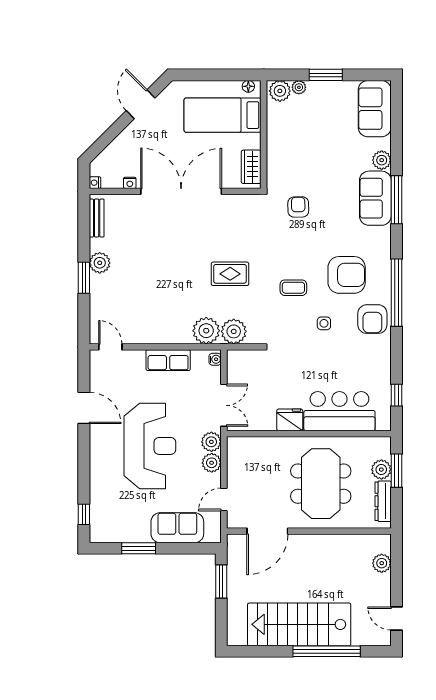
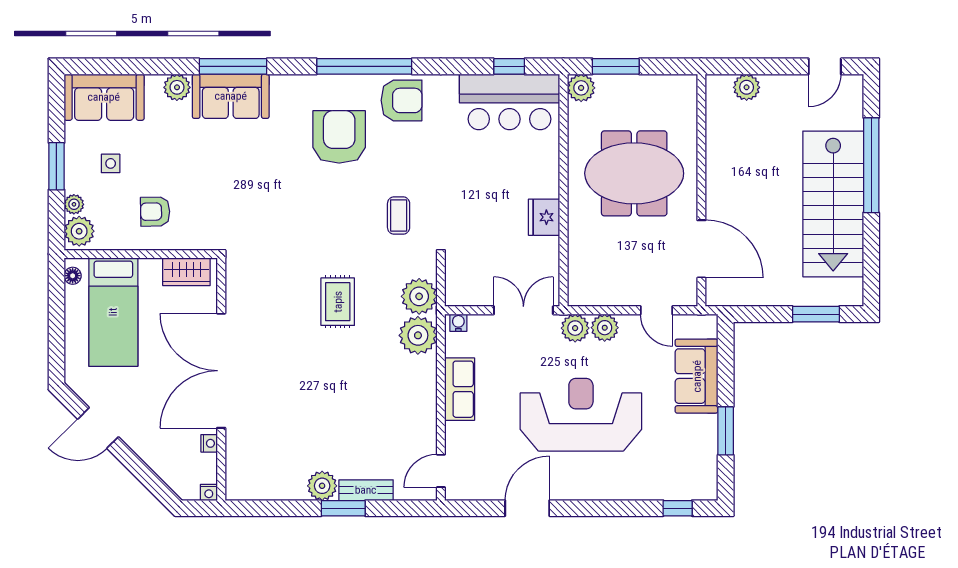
armchair: (298, 207) -> (155, 212), moved
bench: (97, 218) -> (366, 490), moved
coffee table: (293, 288) -> (399, 215), moved
side table: (324, 323) -> (111, 163), moved
bar counter: (339, 411) -> (509, 102), moved, turned -90
plant: (381, 470) -> (581, 88), moved
dresser: (383, 501) -> (659, 85), removed
window: (221, 582) -> (816, 314), moved

